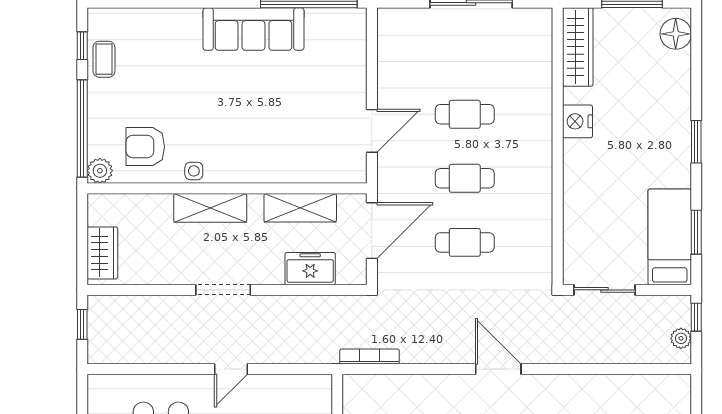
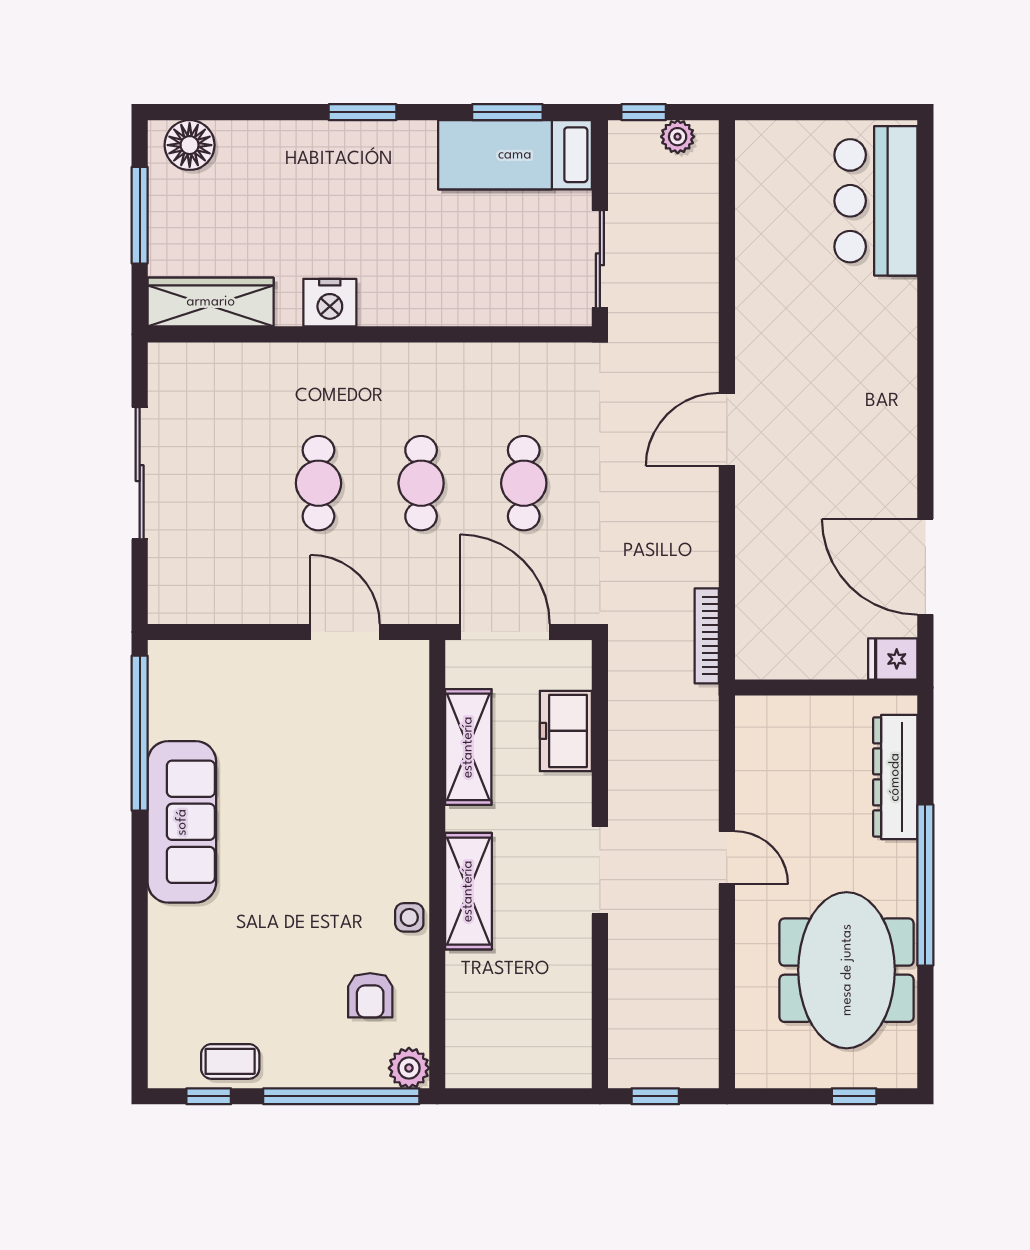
armchair: (145, 147) -> (370, 995), width x0.72, depth x0.72
wardrobe: (102, 253) -> (541, 1064), removed

